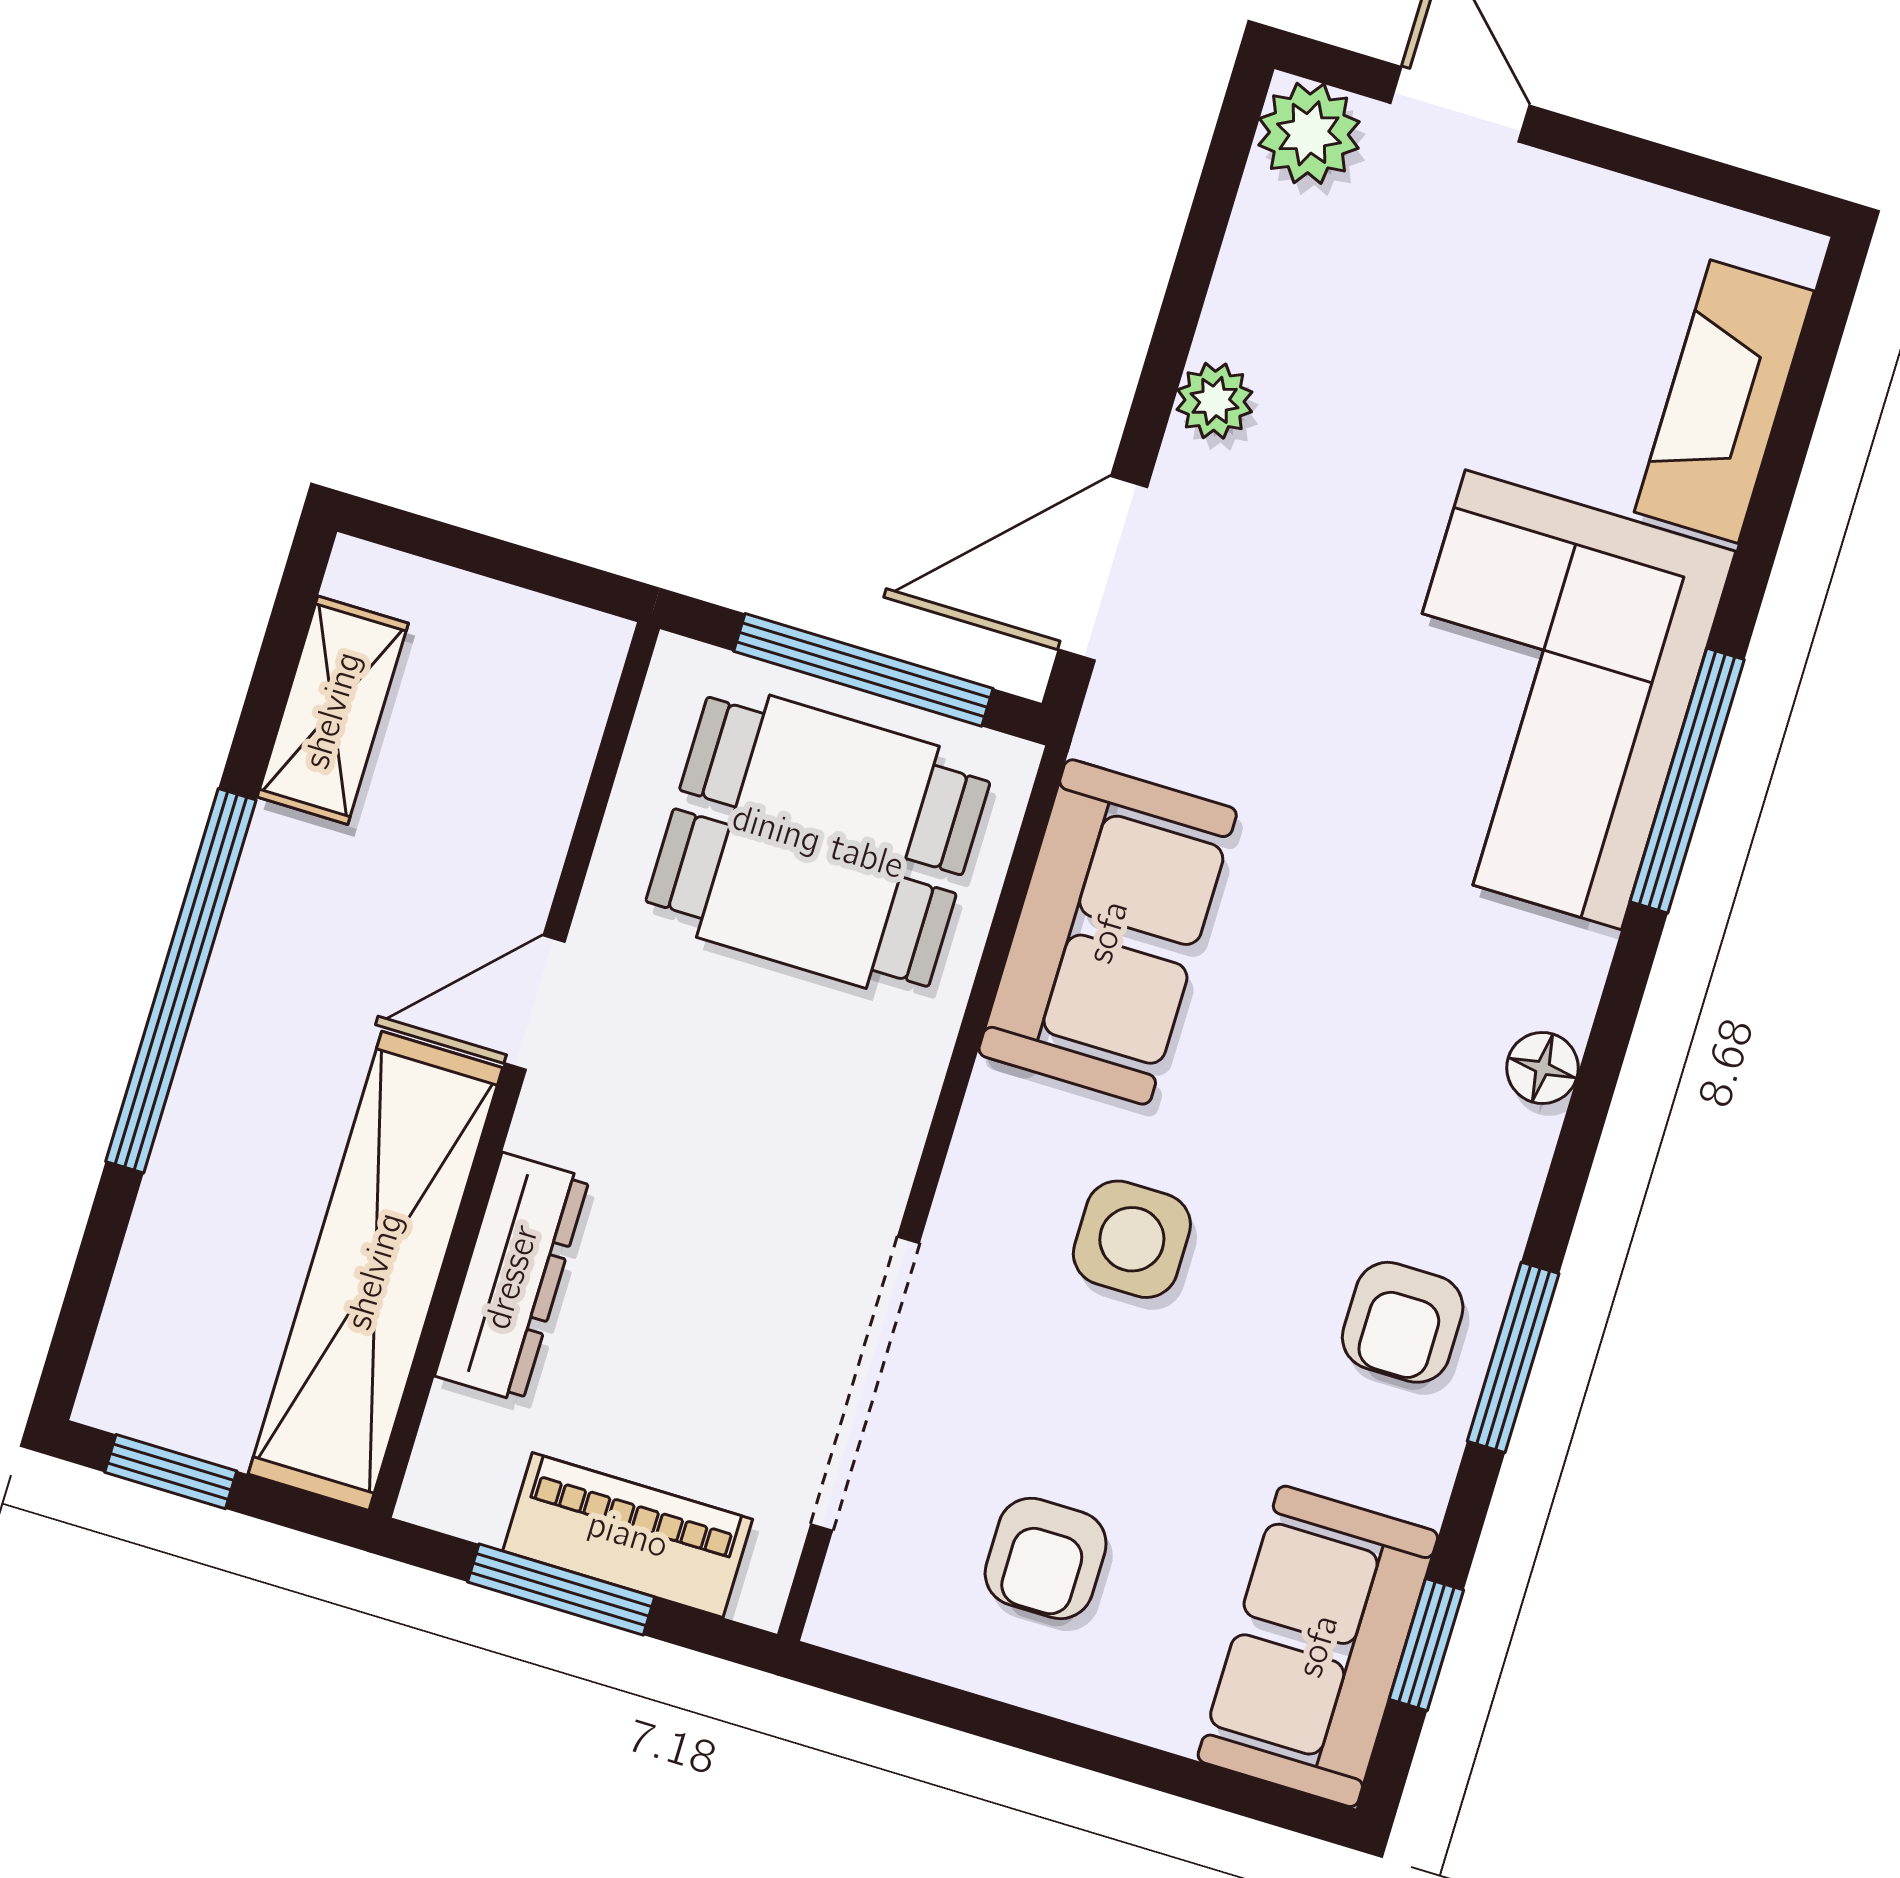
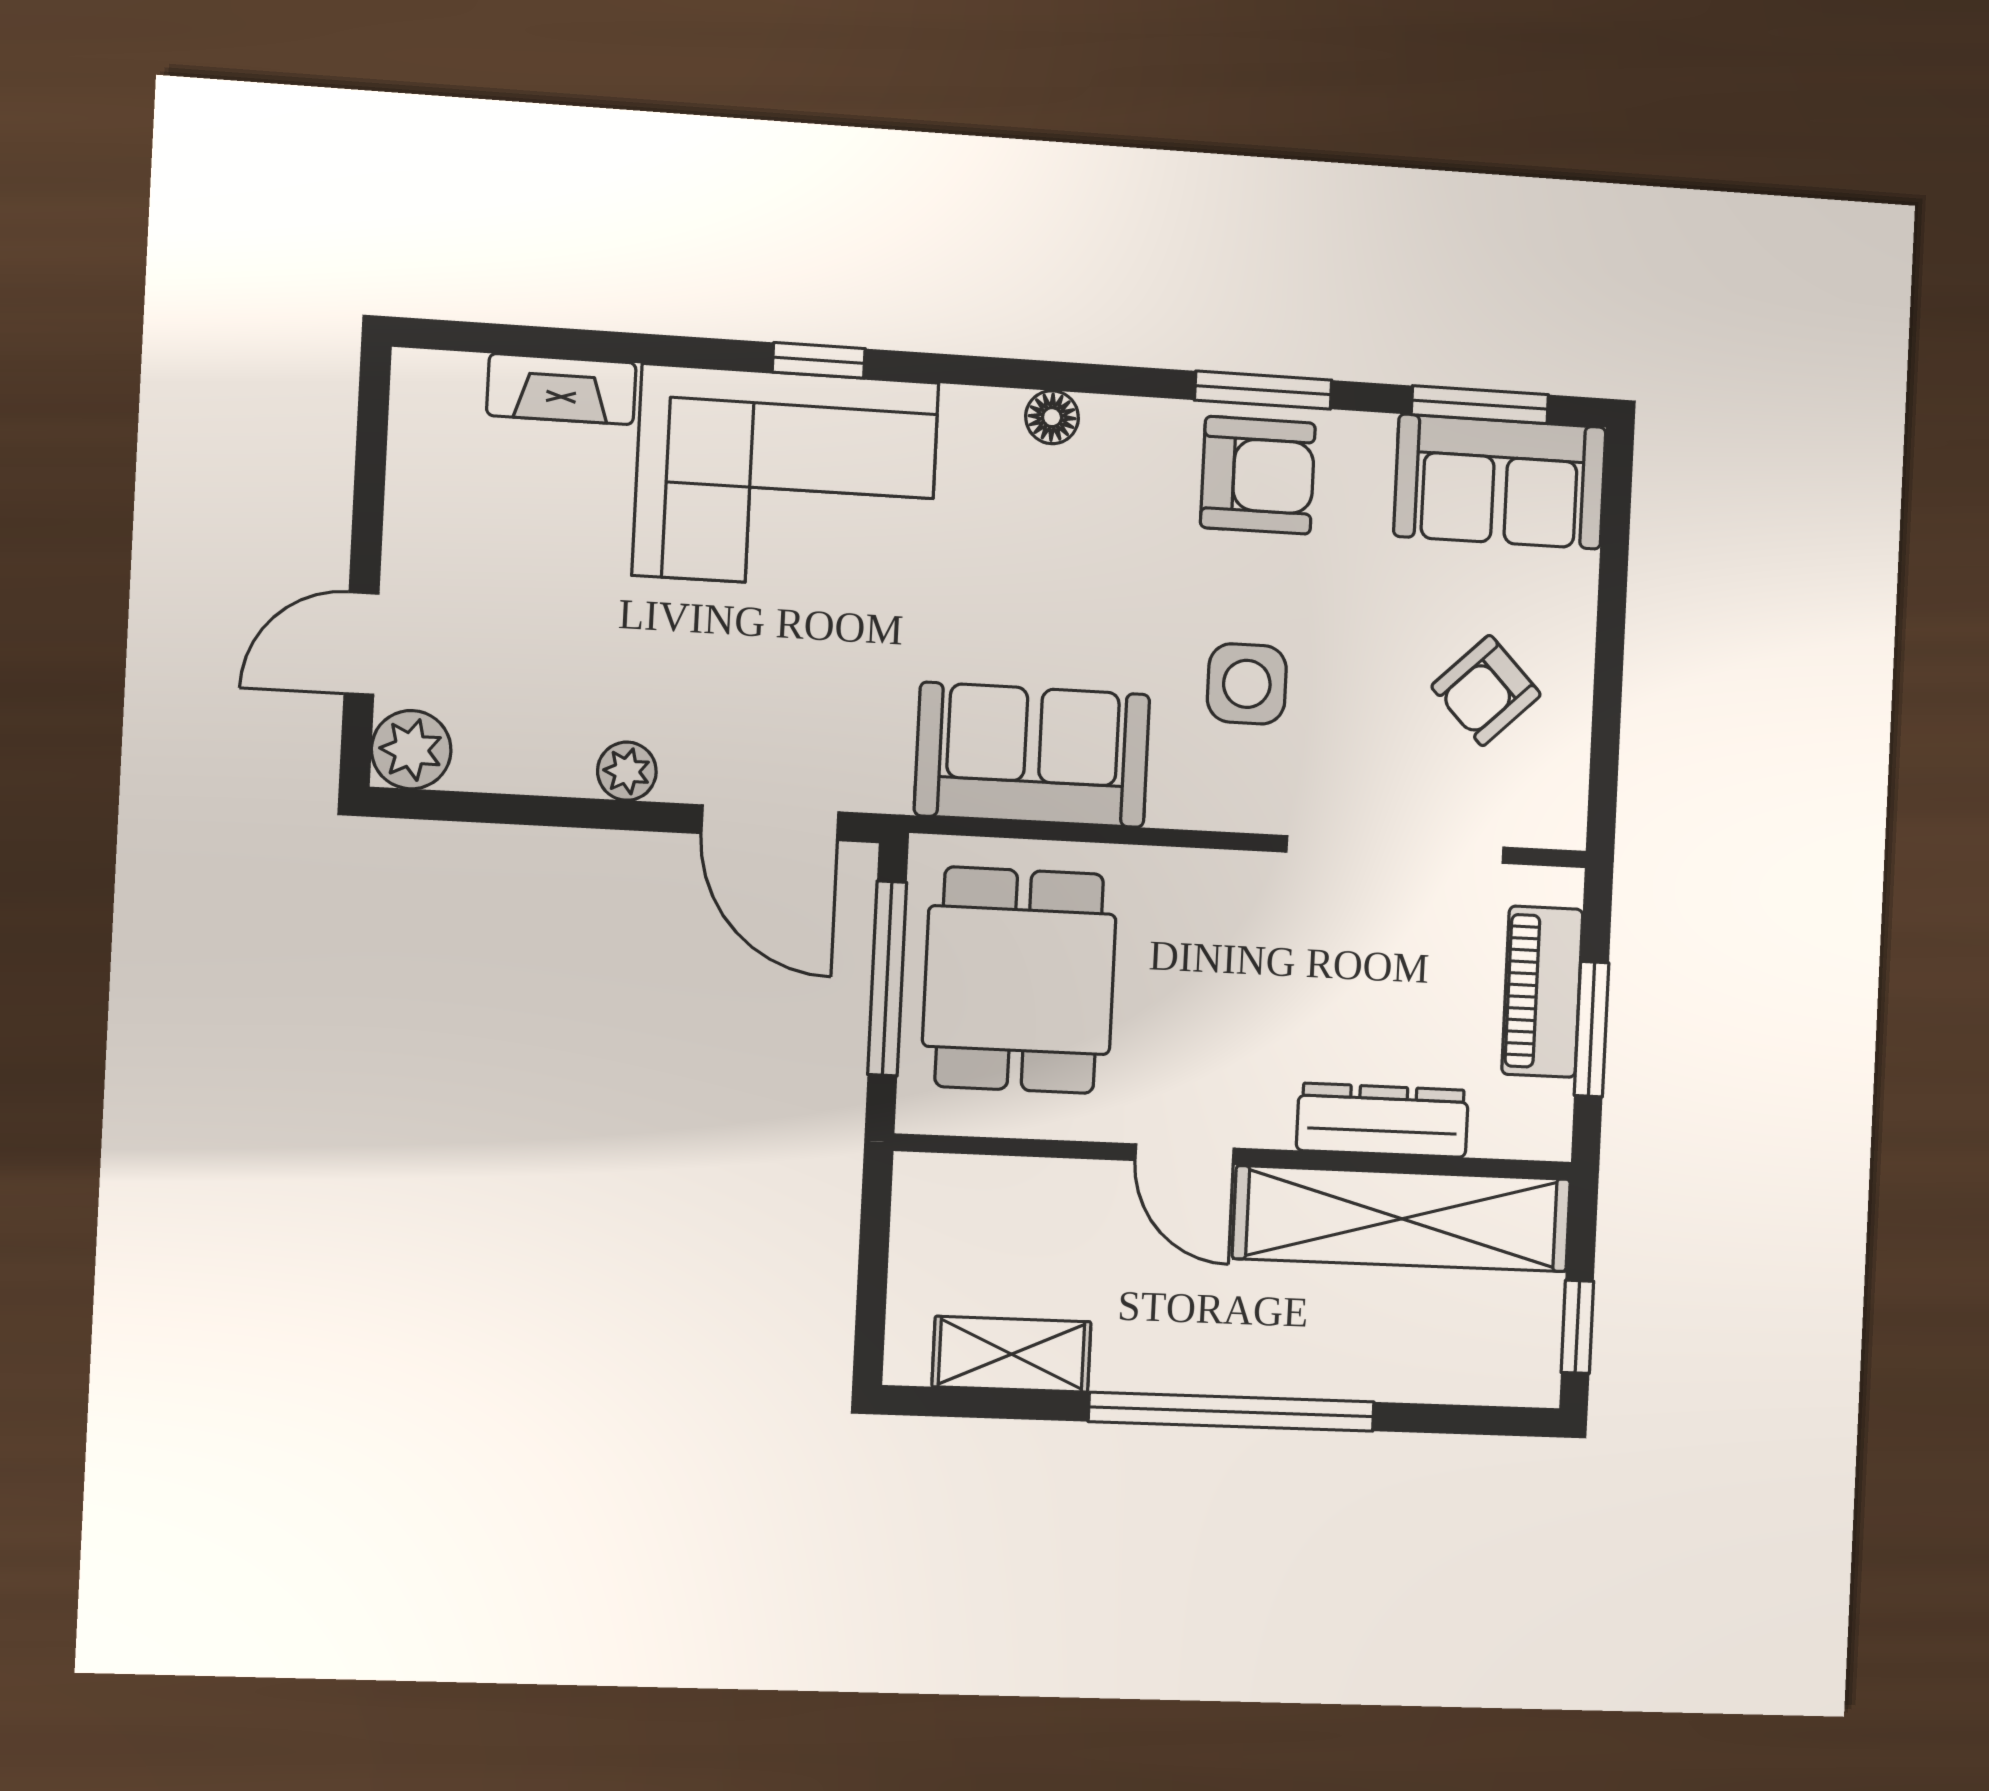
fireplace: (1724, 402) -> (561, 389), width x0.73, depth x0.76
window: (1687, 781) -> (819, 360), width x0.46
armchair: (1403, 1322) -> (1258, 475), width x1.38, depth x1.38
armchair: (1046, 1558) -> (1486, 691), turned 136
window: (1426, 1645) -> (1480, 405), width x1.50

